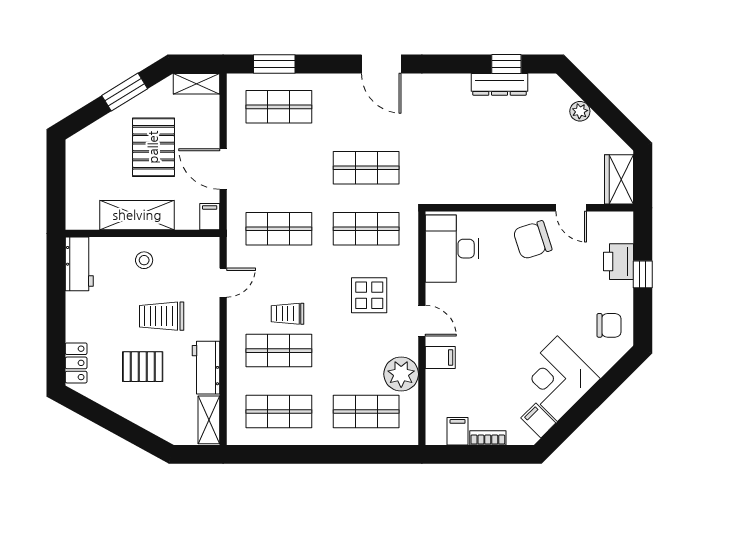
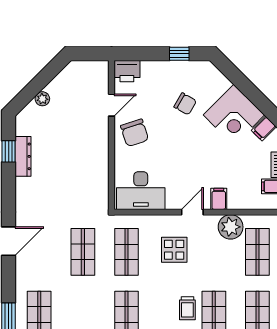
wardrobe: (619, 179) -> (91, 71), removed
printer: (618, 262) -> (127, 71), moved
window: (643, 274) -> (179, 54), moved
chair: (609, 325) -> (185, 104), moved, turned 120

